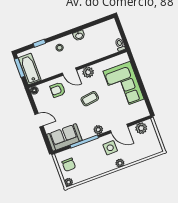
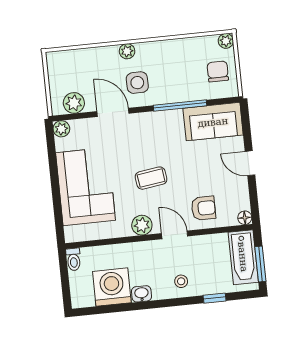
washing machine: (96, 35) -> (112, 287), added
plant: (98, 130) -> (61, 129), moved

